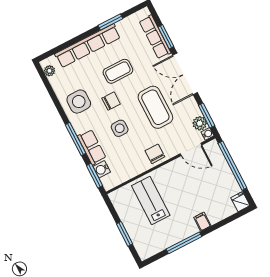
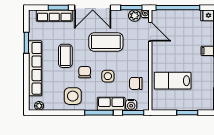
door: (191, 149) -> (150, 32), hinge flipped
chair: (155, 154) -> (136, 83), moved

